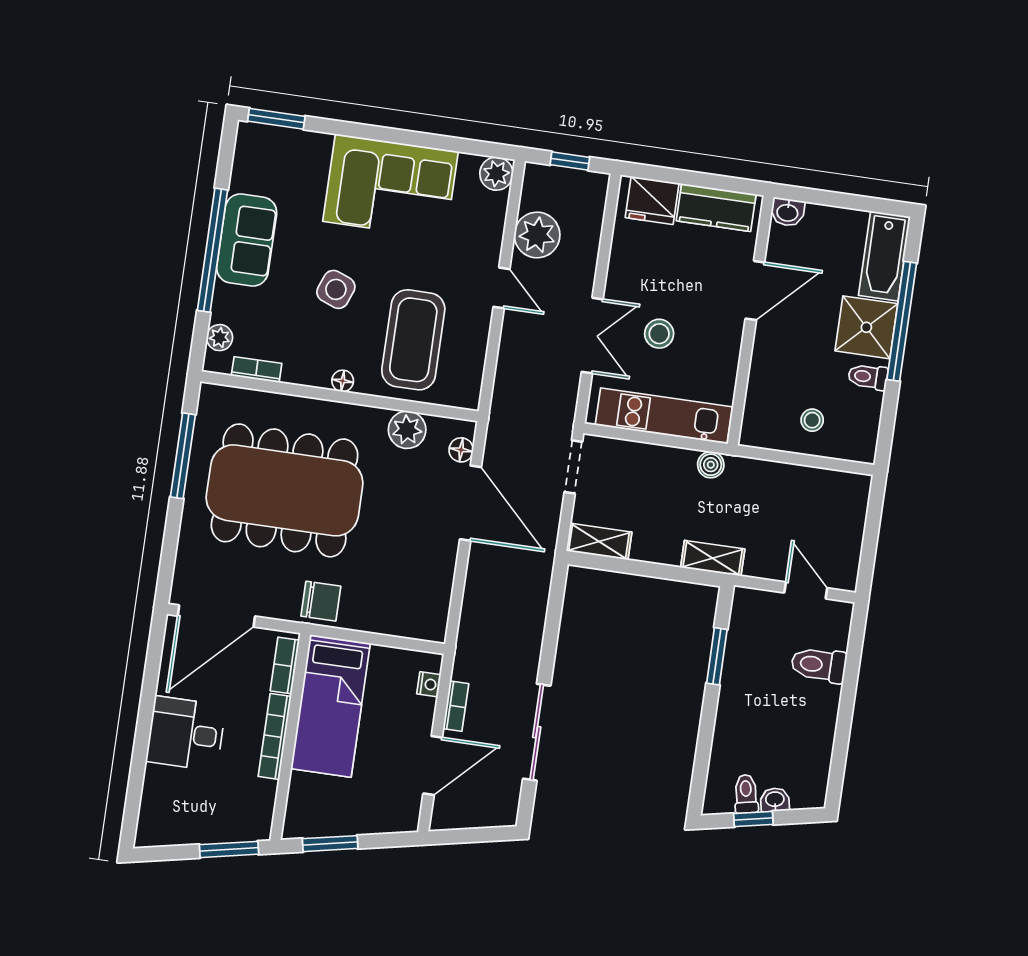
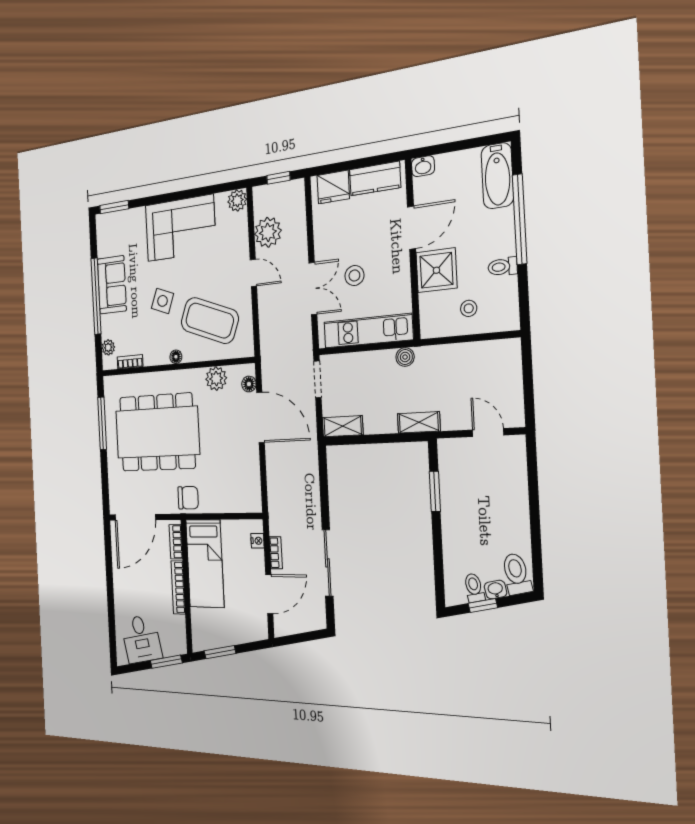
shower: (866, 327) -> (436, 270), moved
coffee table: (413, 340) -> (210, 320), turned -69
toilet: (819, 665) -> (516, 574), moved, turned 78
desk: (186, 734) -> (141, 639), moved, turned -102

